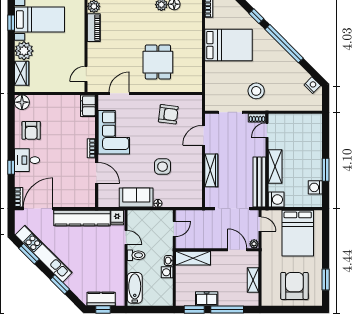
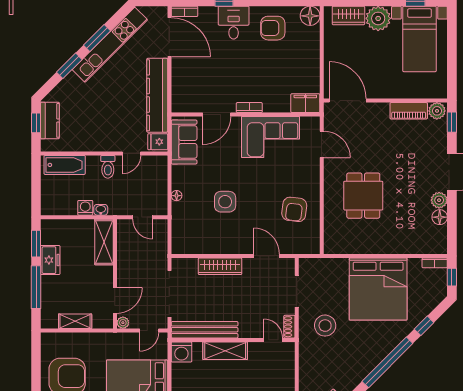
bed: (229, 45) -> (378, 289), width x1.36
dining table: (158, 62) -> (363, 196), turned 90
door: (86, 74) -> (348, 101), width x1.88
sofa: (136, 198) -> (184, 142), moved
window: (29, 254) -> (97, 38), moved

